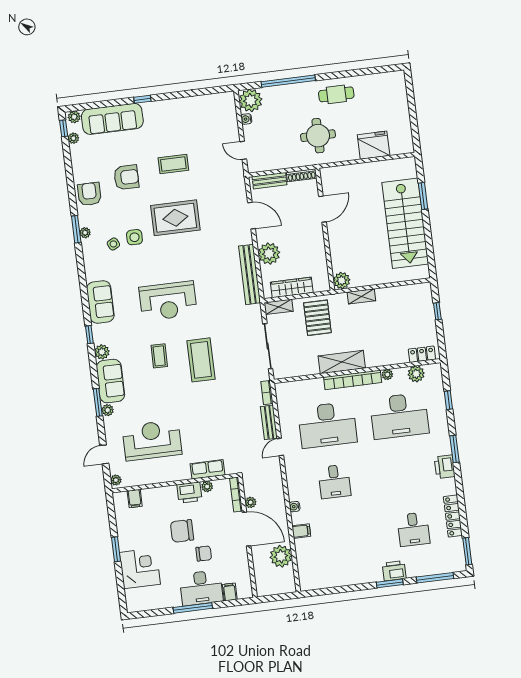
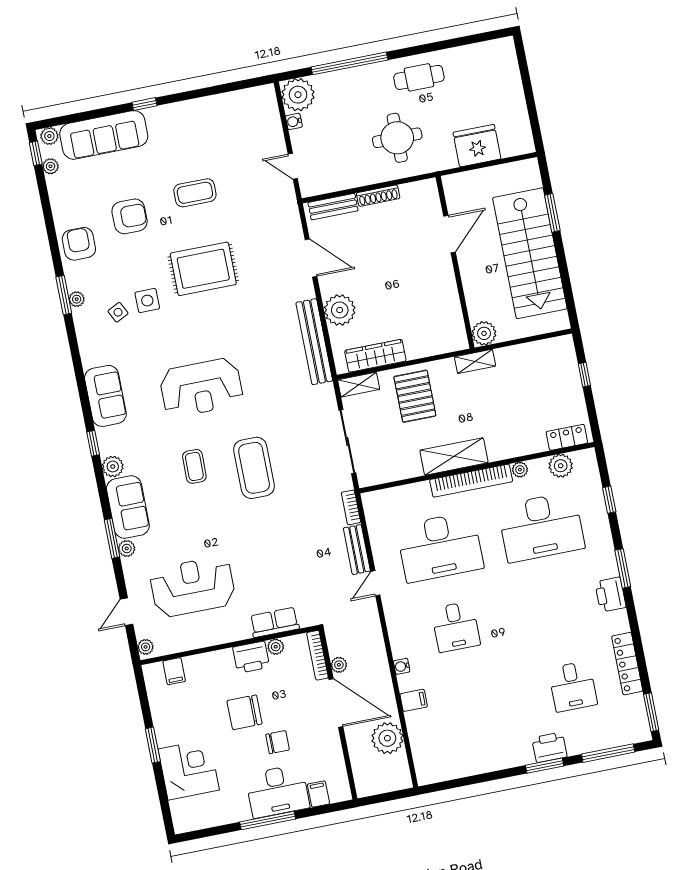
door: (322, 209) -> (450, 234), moved
wall: (325, 229) -> (455, 262), moved
plant: (342, 281) -> (484, 333), moved

